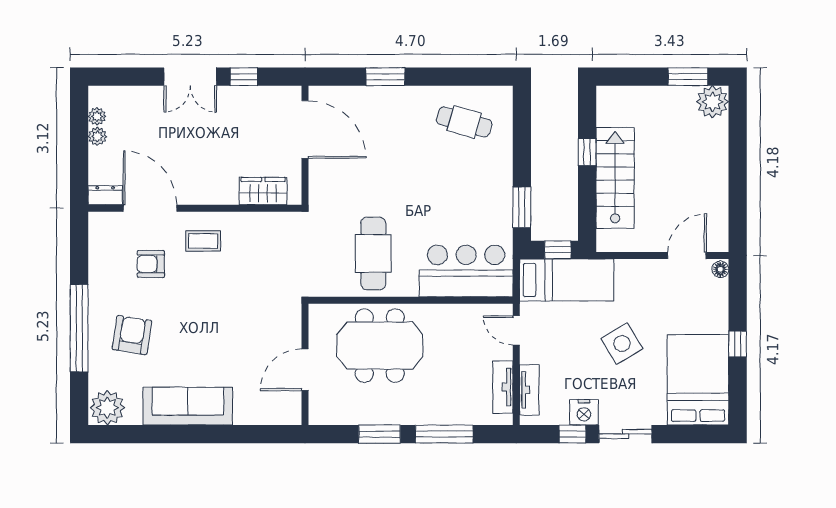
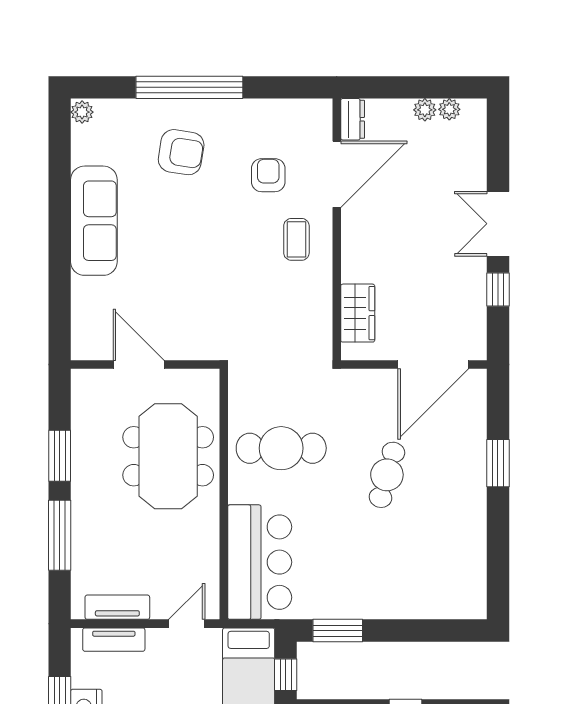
cafe table: (464, 122) -> (387, 475), moved
plant: (107, 408) -> (82, 112), width x0.53, depth x0.53

